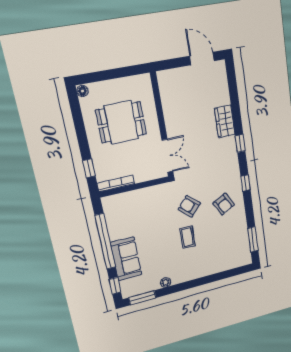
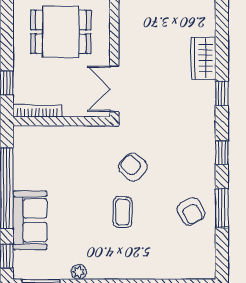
double door: (167, 156) -> (114, 89), swing flipped
armchair: (224, 204) -> (191, 212), moved
window: (253, 239) -> (222, 208), moved

